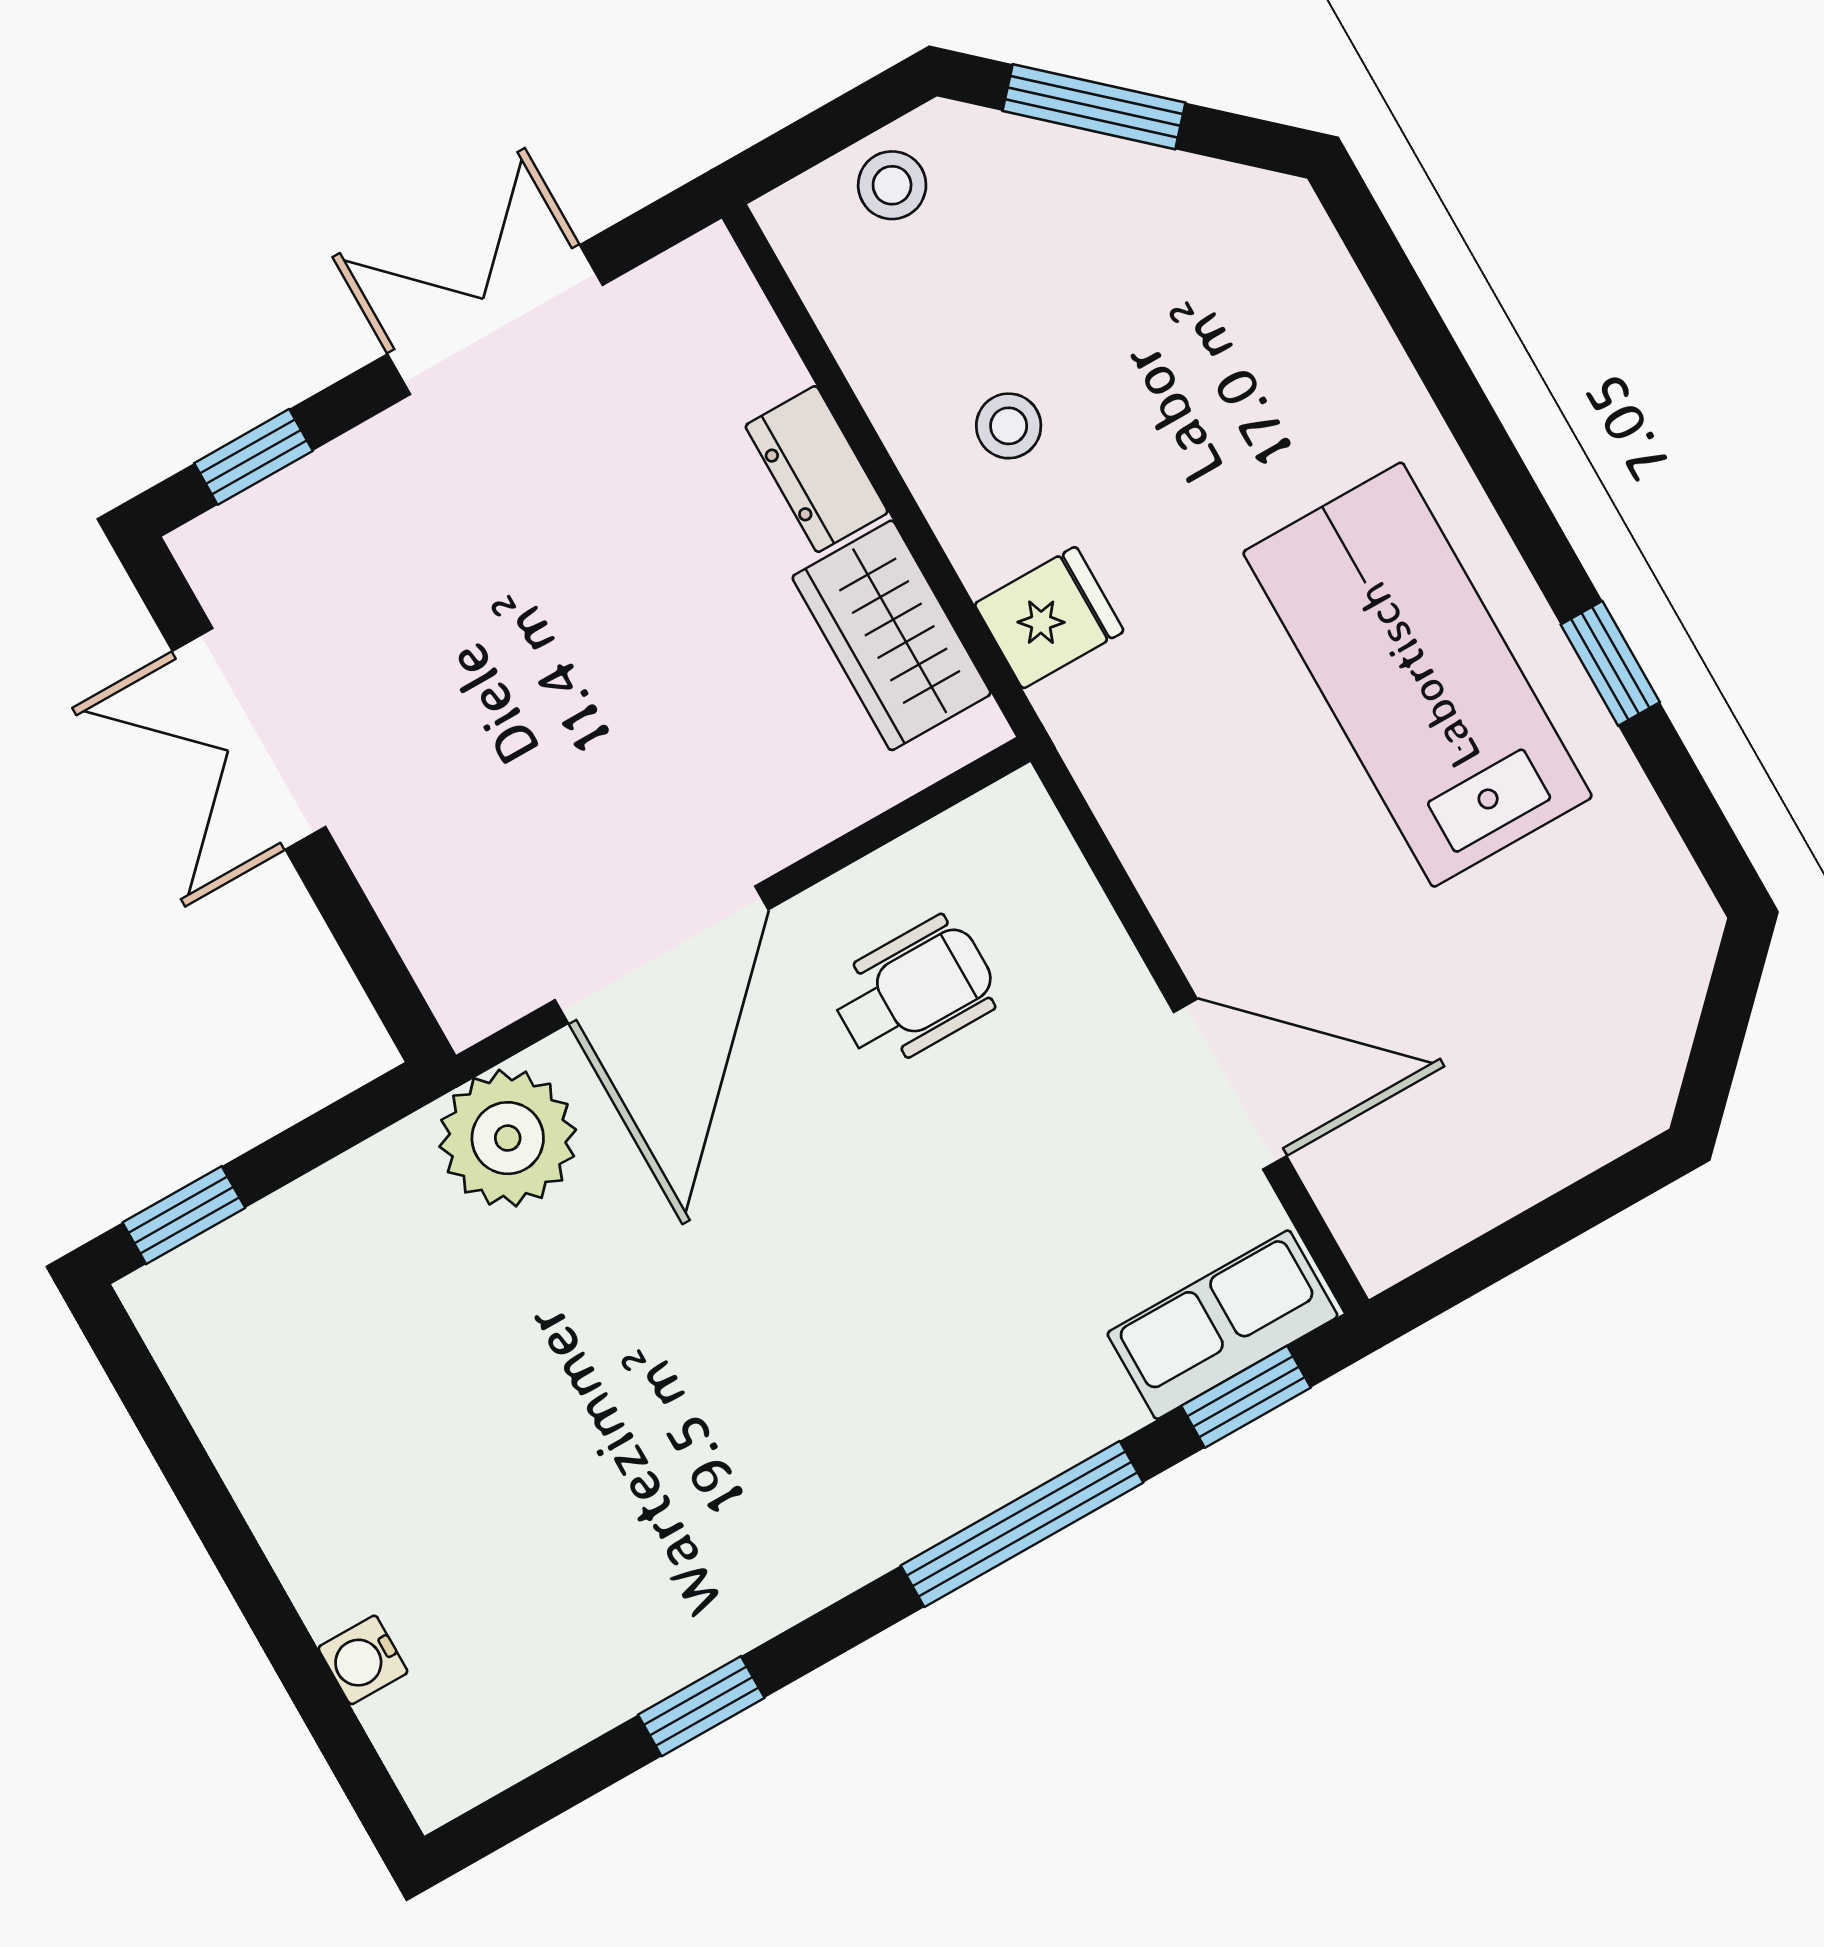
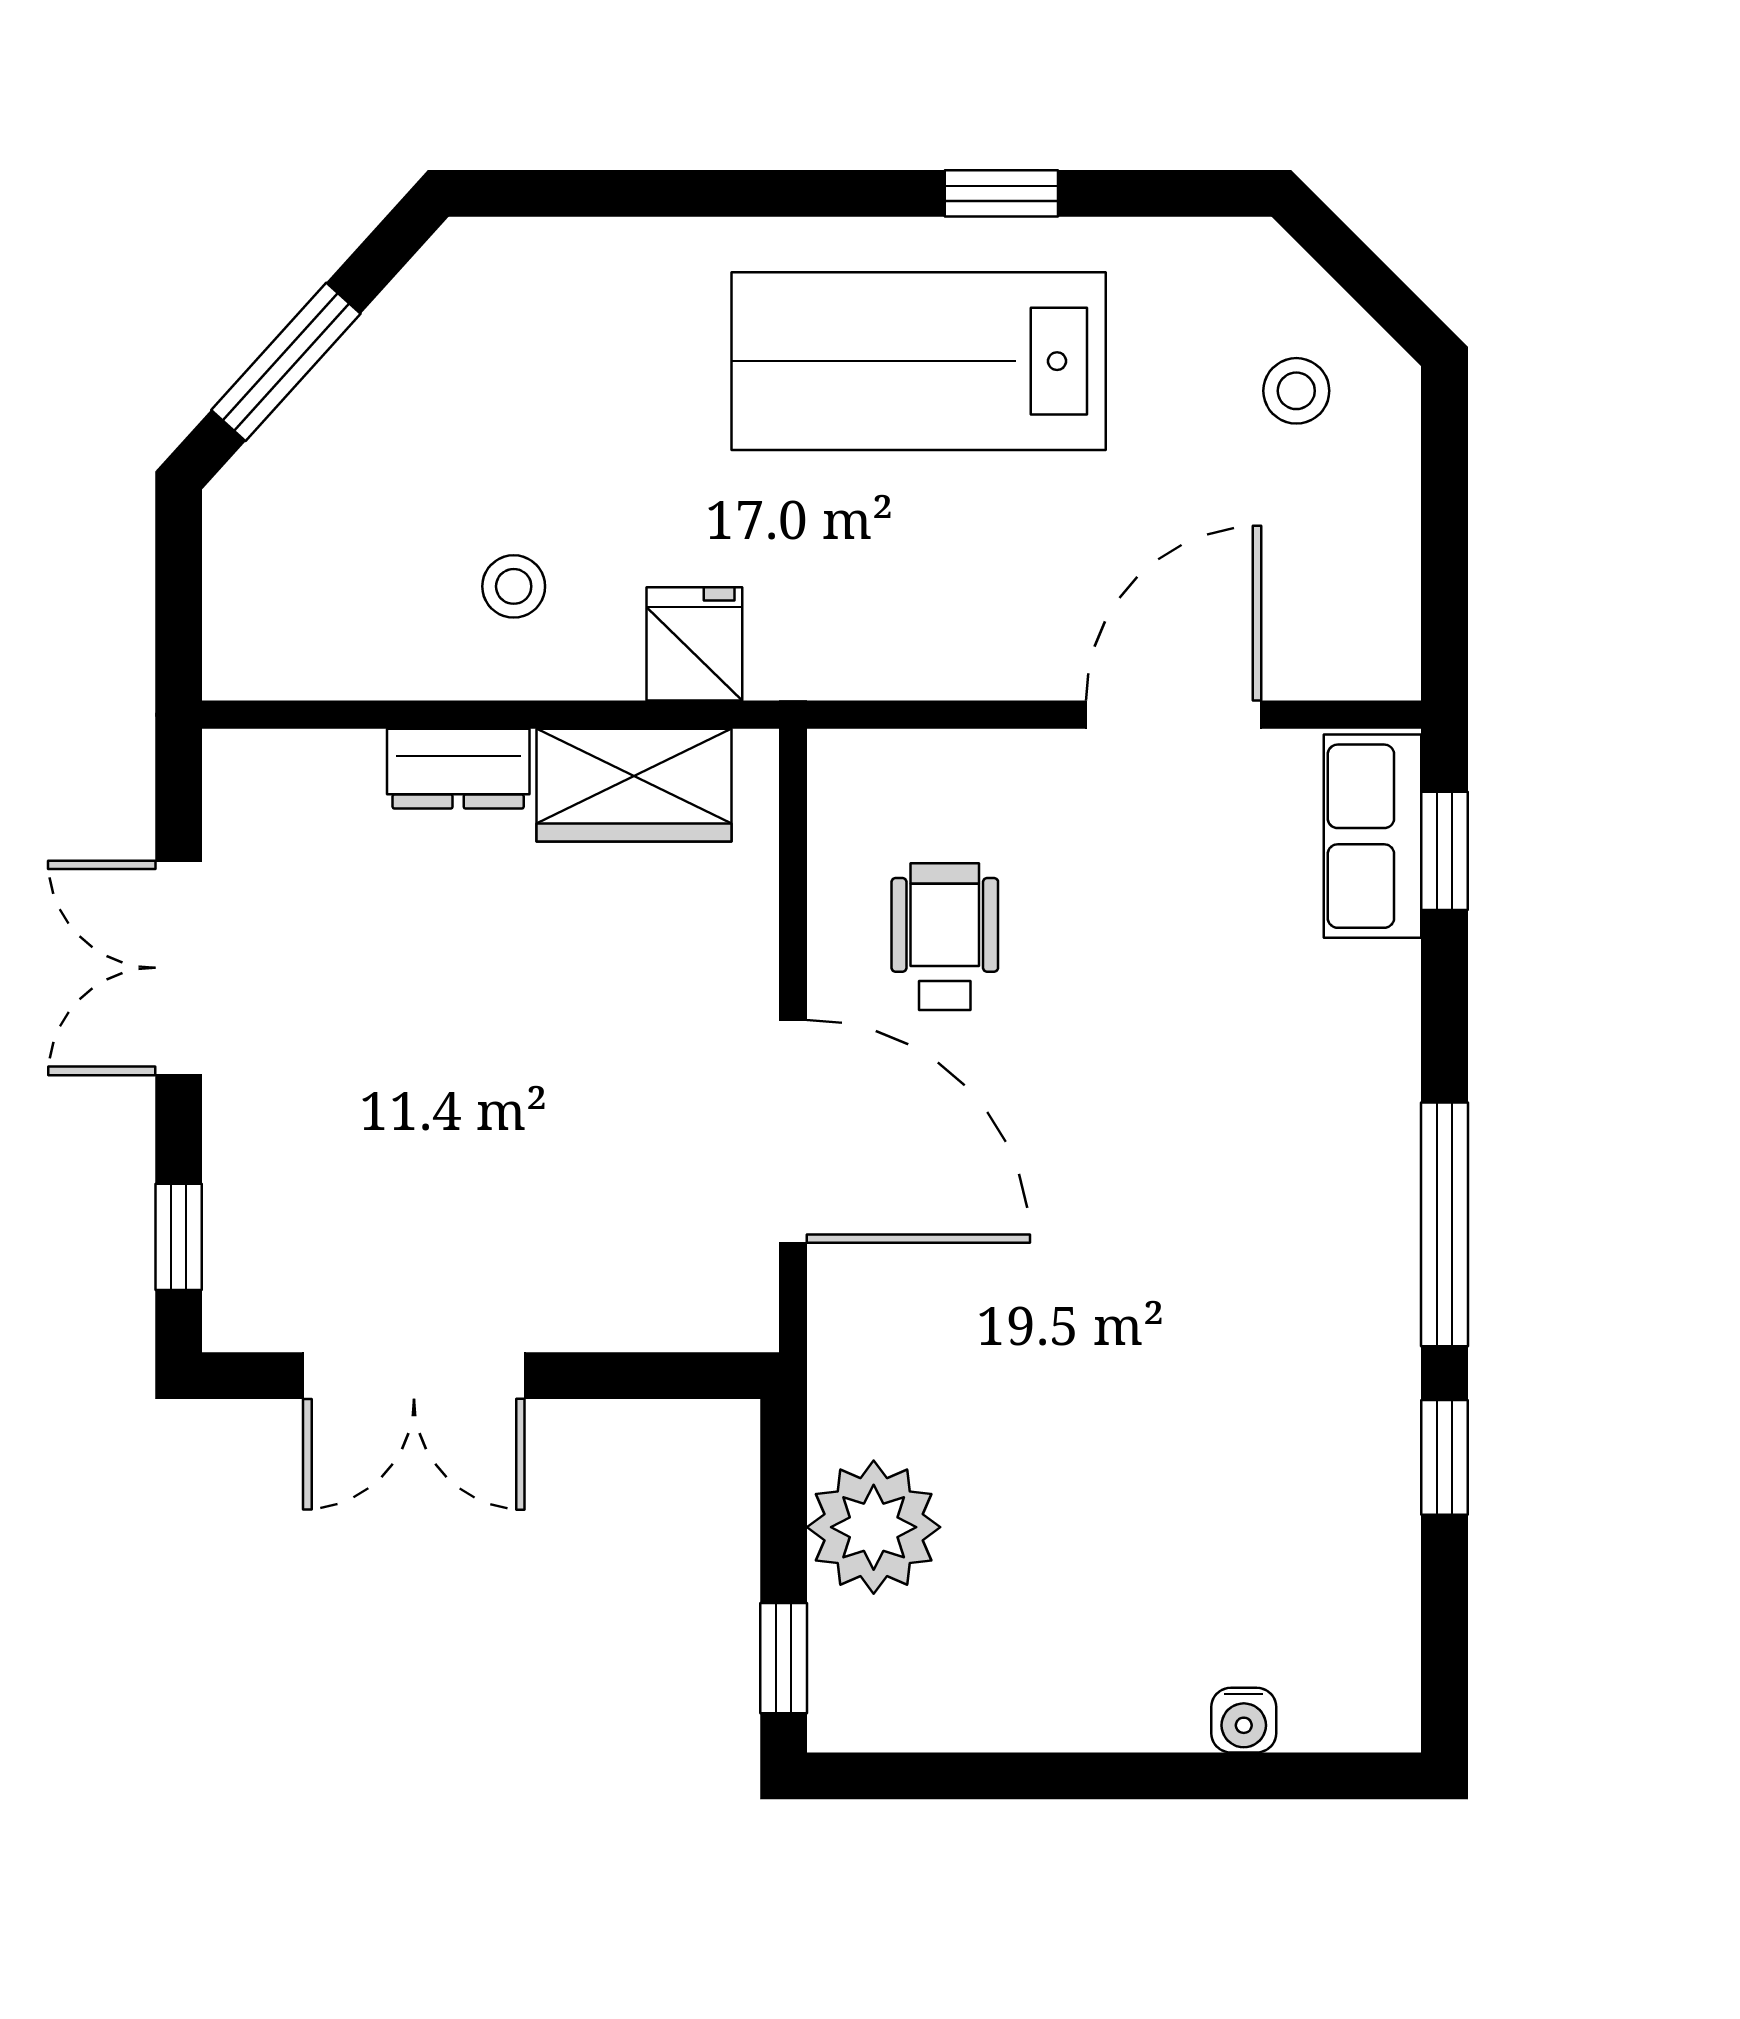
stool: (892, 185) -> (1296, 391), moved
plant: (508, 1138) -> (874, 1527), moved
window: (1022, 1524) -> (1445, 1224), moved

